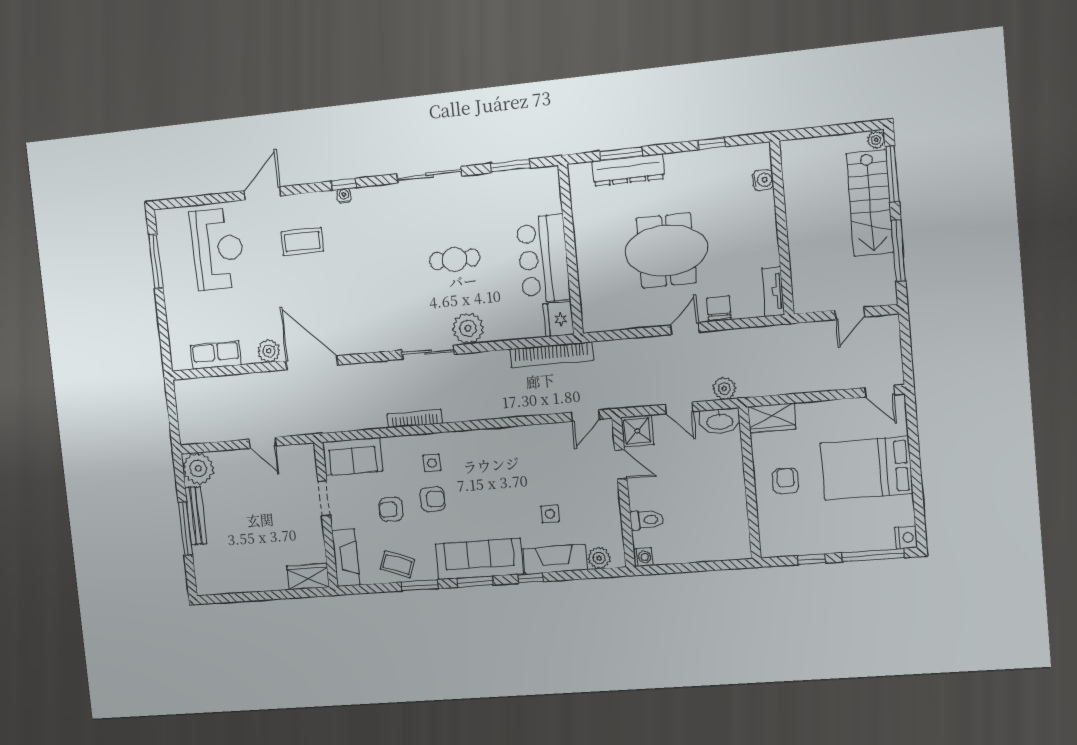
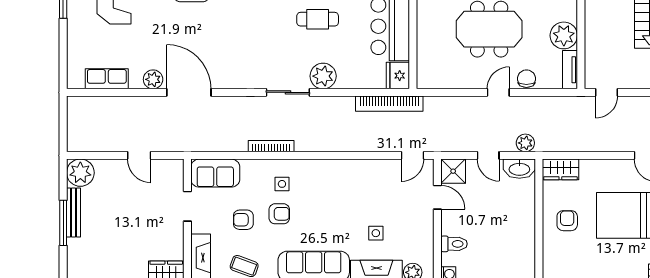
plant: (762, 249) -> (564, 35), added
door: (850, 313) -> (606, 92), moved

